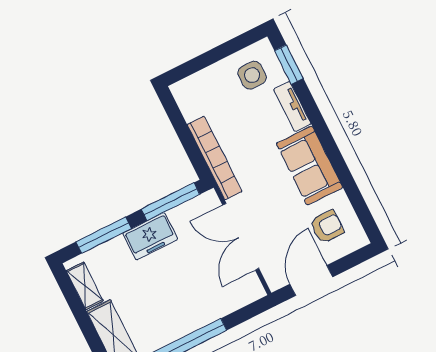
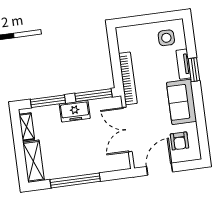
window: (289, 65) -> (194, 70), moved
armchair: (327, 227) -> (179, 141), turned 90

